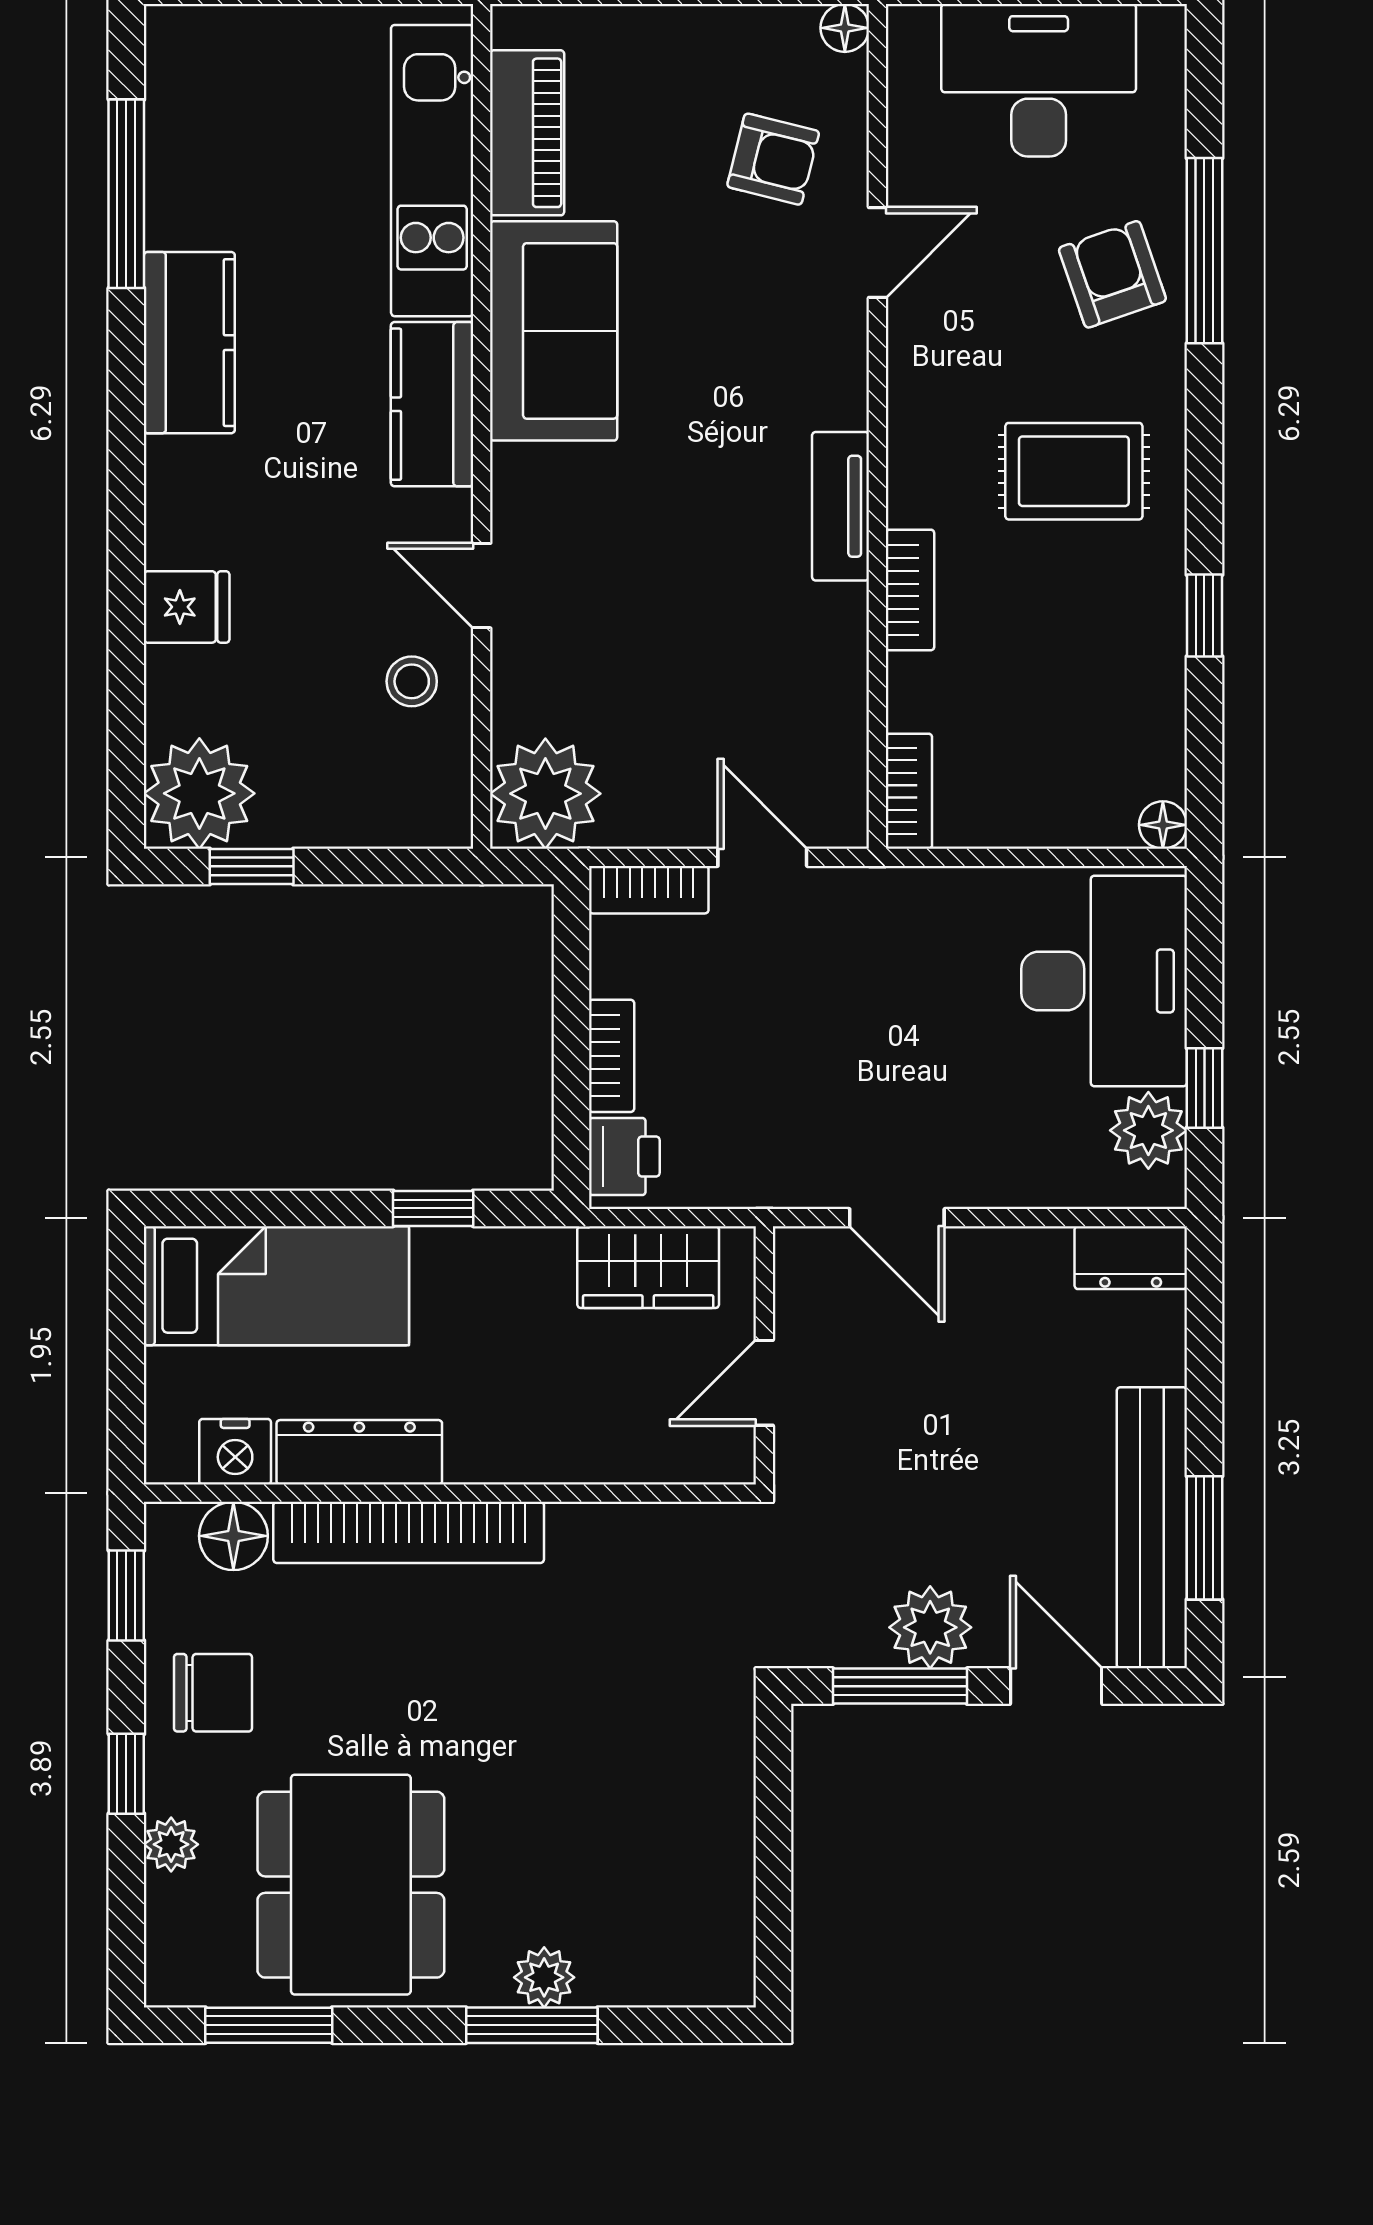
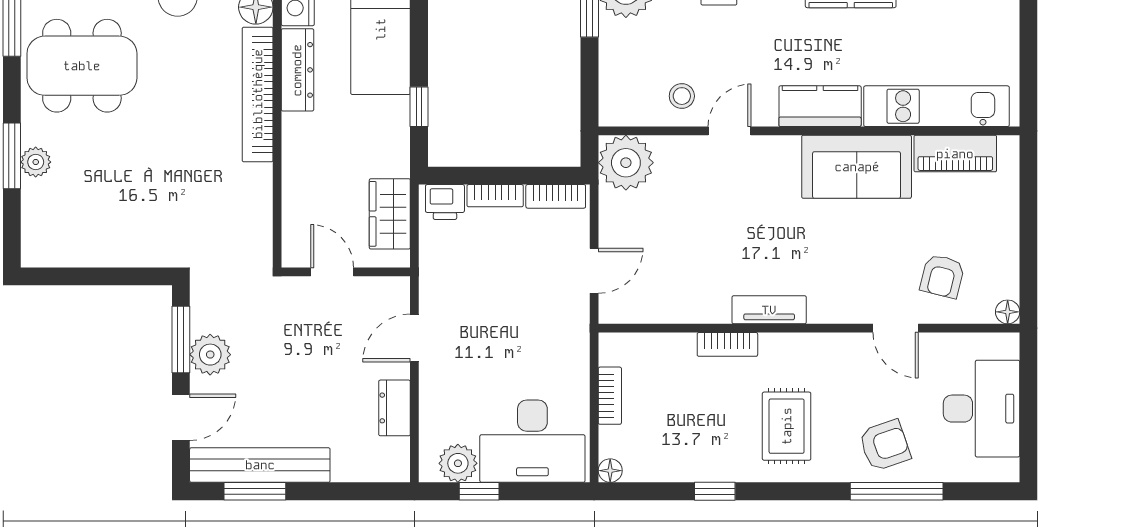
bookcase: (909, 791) -> (610, 396), moved, turned -90
bookcase: (649, 890) -> (556, 196), moved, turned -90
dresser: (1131, 1258) -> (395, 408), moved

